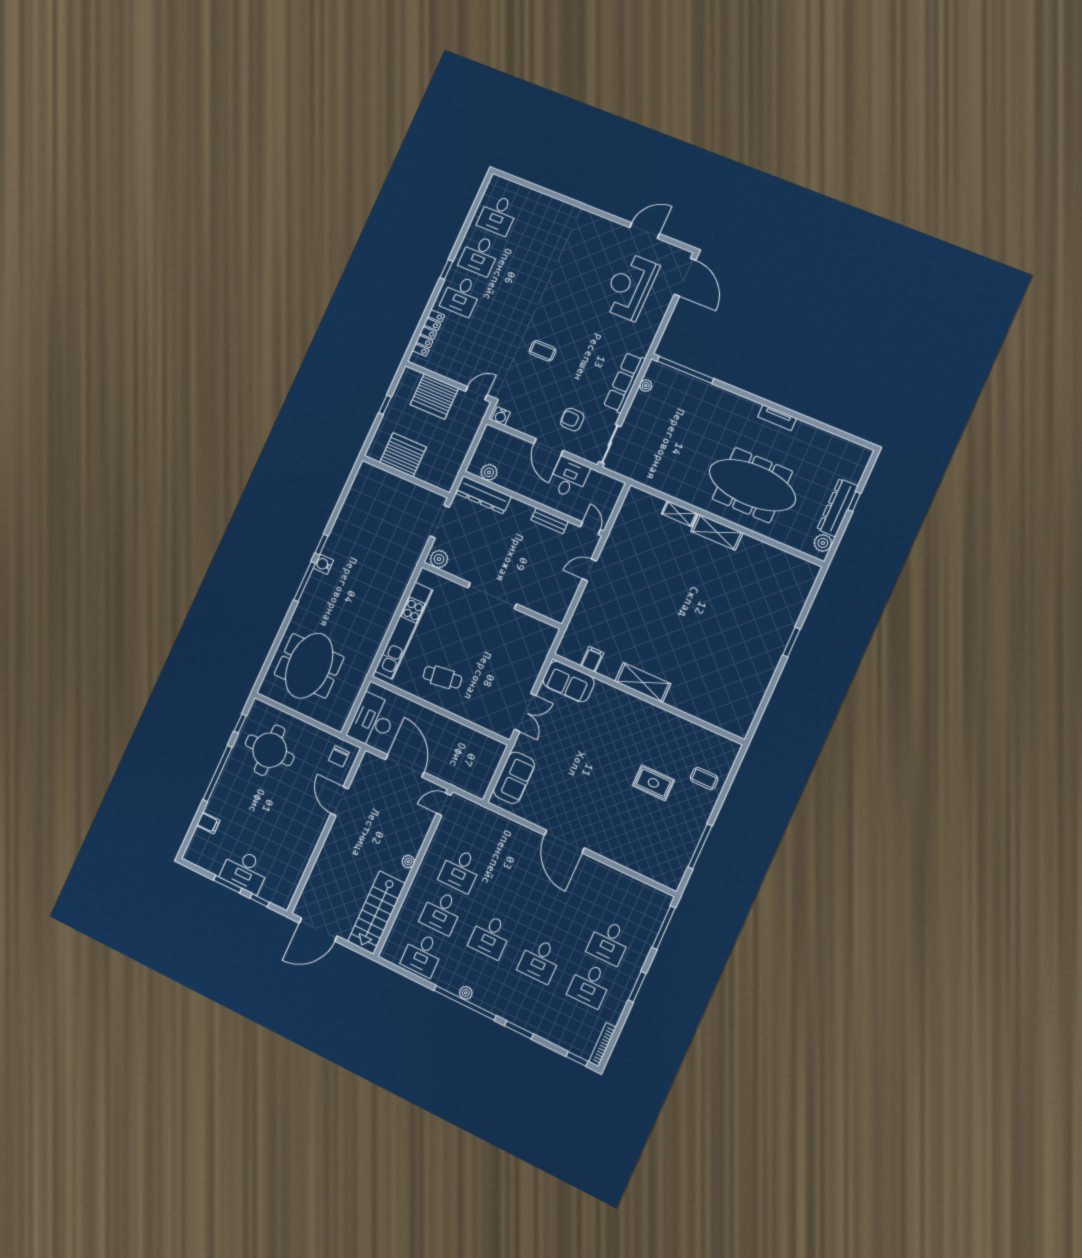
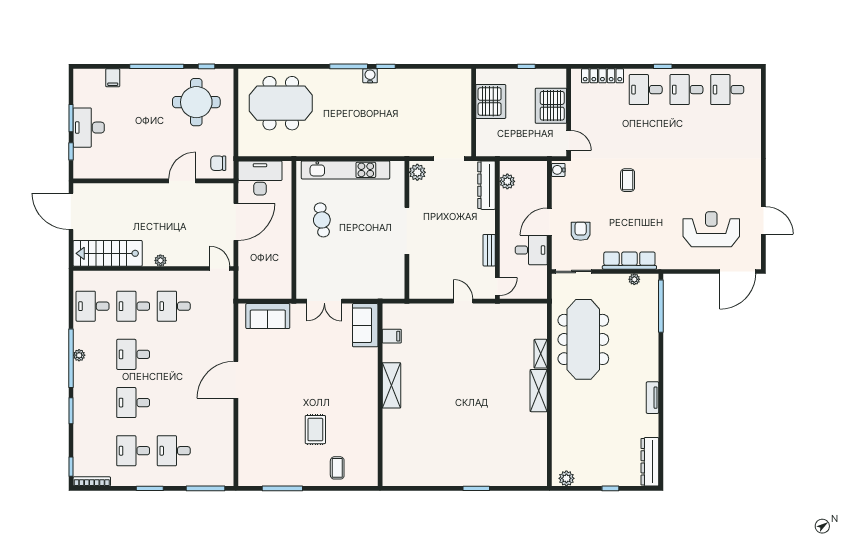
meeting table: (752, 485) -> (583, 339), moved
dresser: (837, 508) -> (650, 462), moved, turned -90

